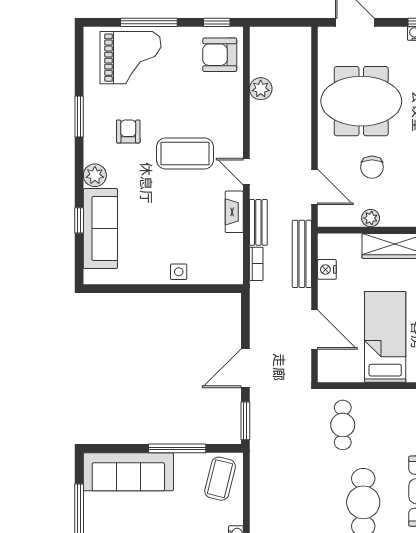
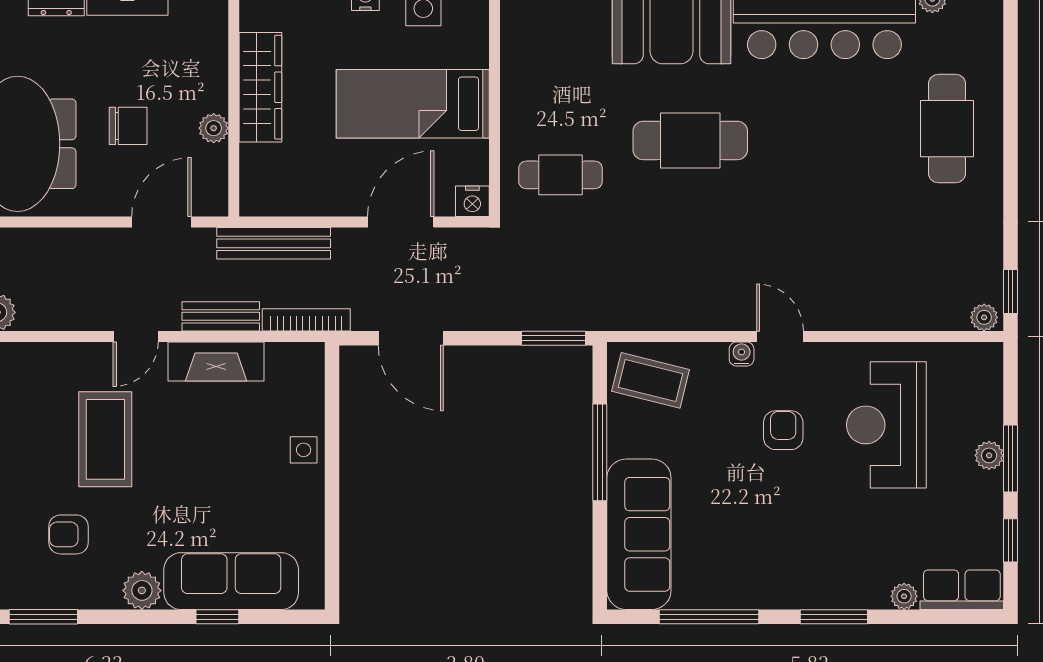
fireplace: (234, 212) -> (216, 361), width x1.37, depth x1.32
bookcase: (256, 264) -> (306, 320), width x1.56
nightstand: (327, 269) -> (472, 201), moved
door: (245, 368) -> (411, 338), moved

